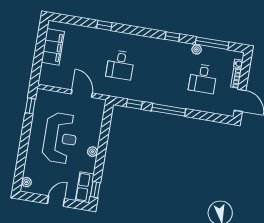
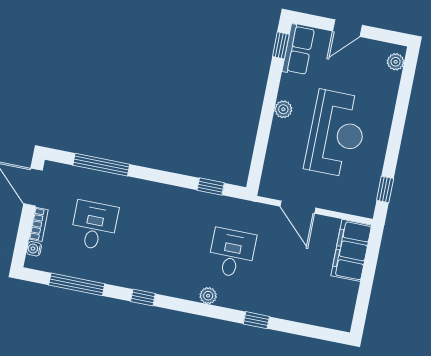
filing cabinet: (53, 47) -> (351, 250), moved
plant: (197, 49) -> (208, 296), moved
window: (169, 110) -> (101, 165), moved
reception desk: (60, 138) -> (337, 134), turned 180

